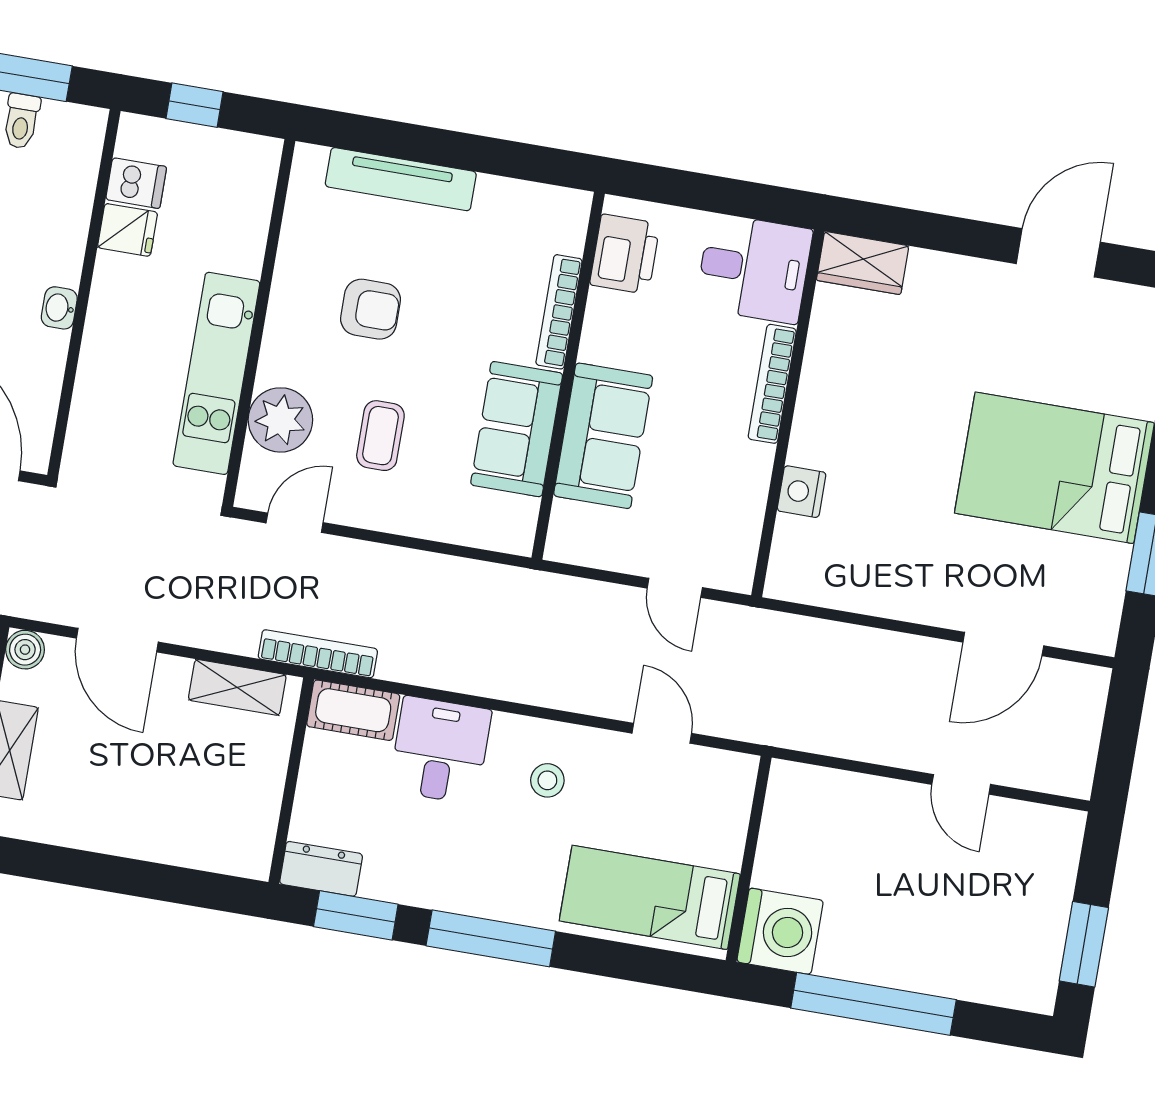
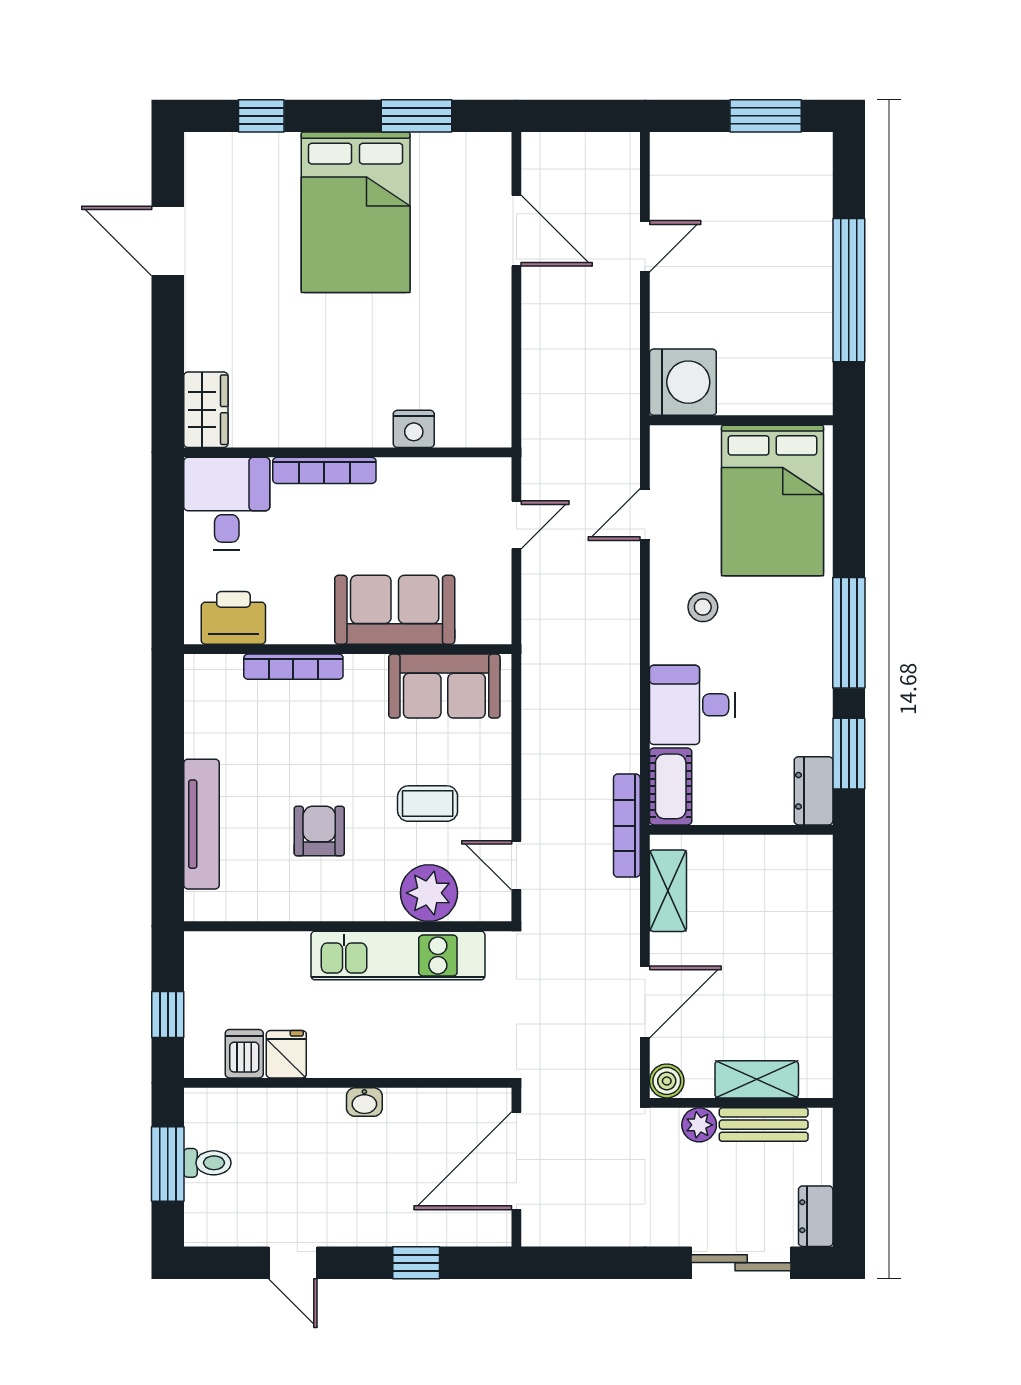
sofa: (517, 429) -> (444, 686), moved
bed: (650, 897) -> (772, 501), width x1.50
washing machine: (780, 931) -> (683, 382), moved, turned 90

